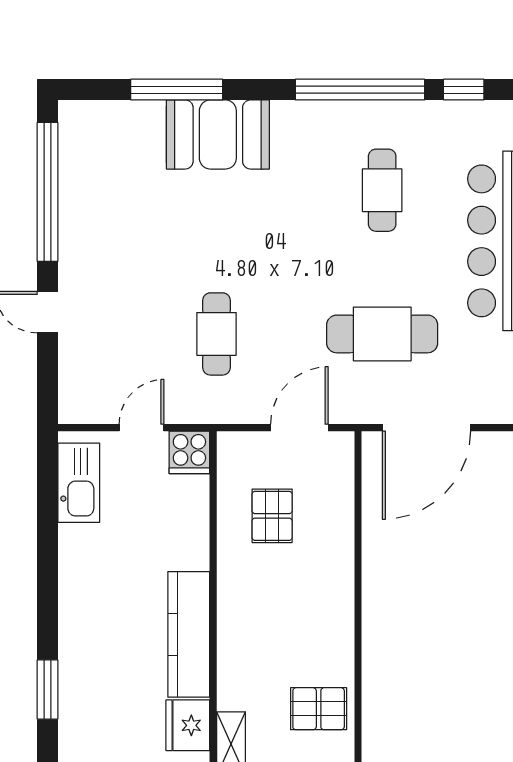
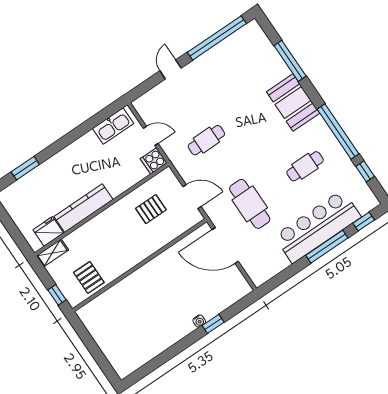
booth: (218, 134) -> (293, 102), moved

